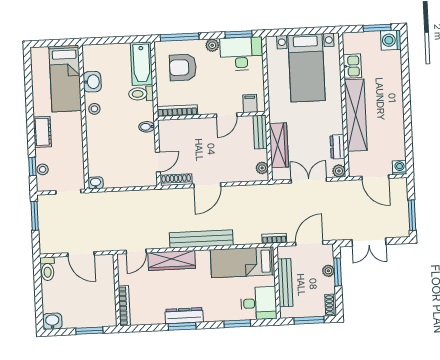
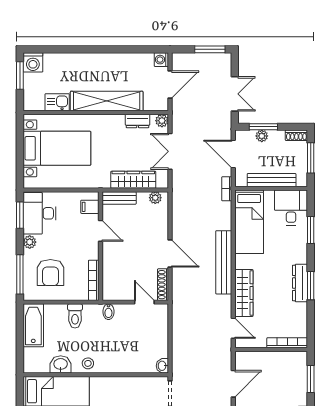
bathtub: (142, 64) -> (33, 325), moved, turned -90

